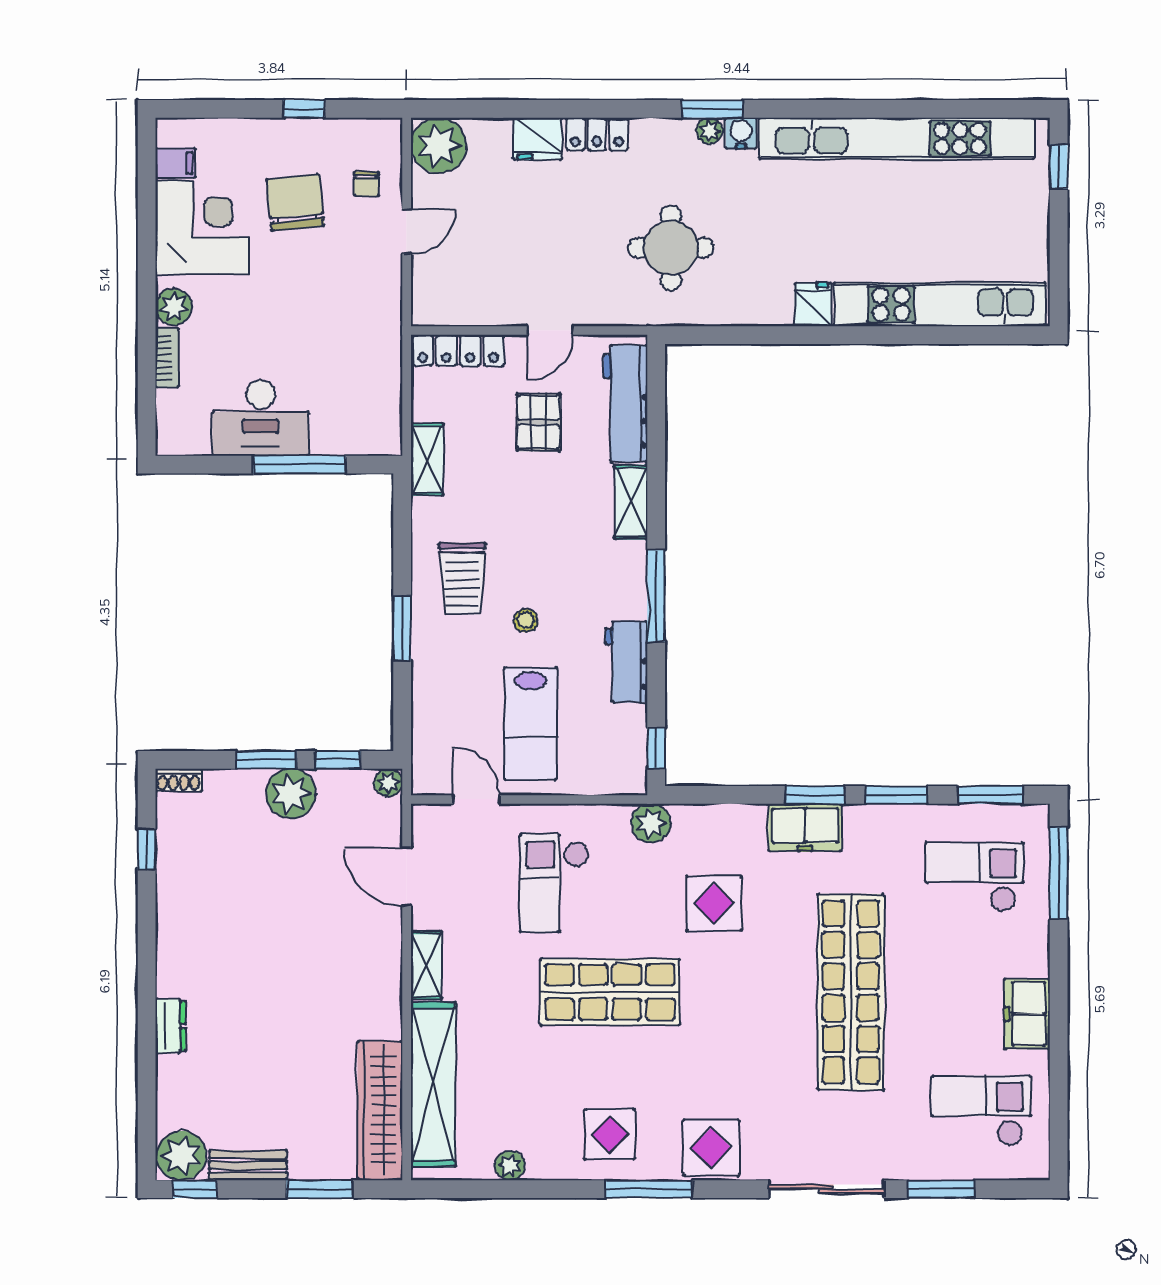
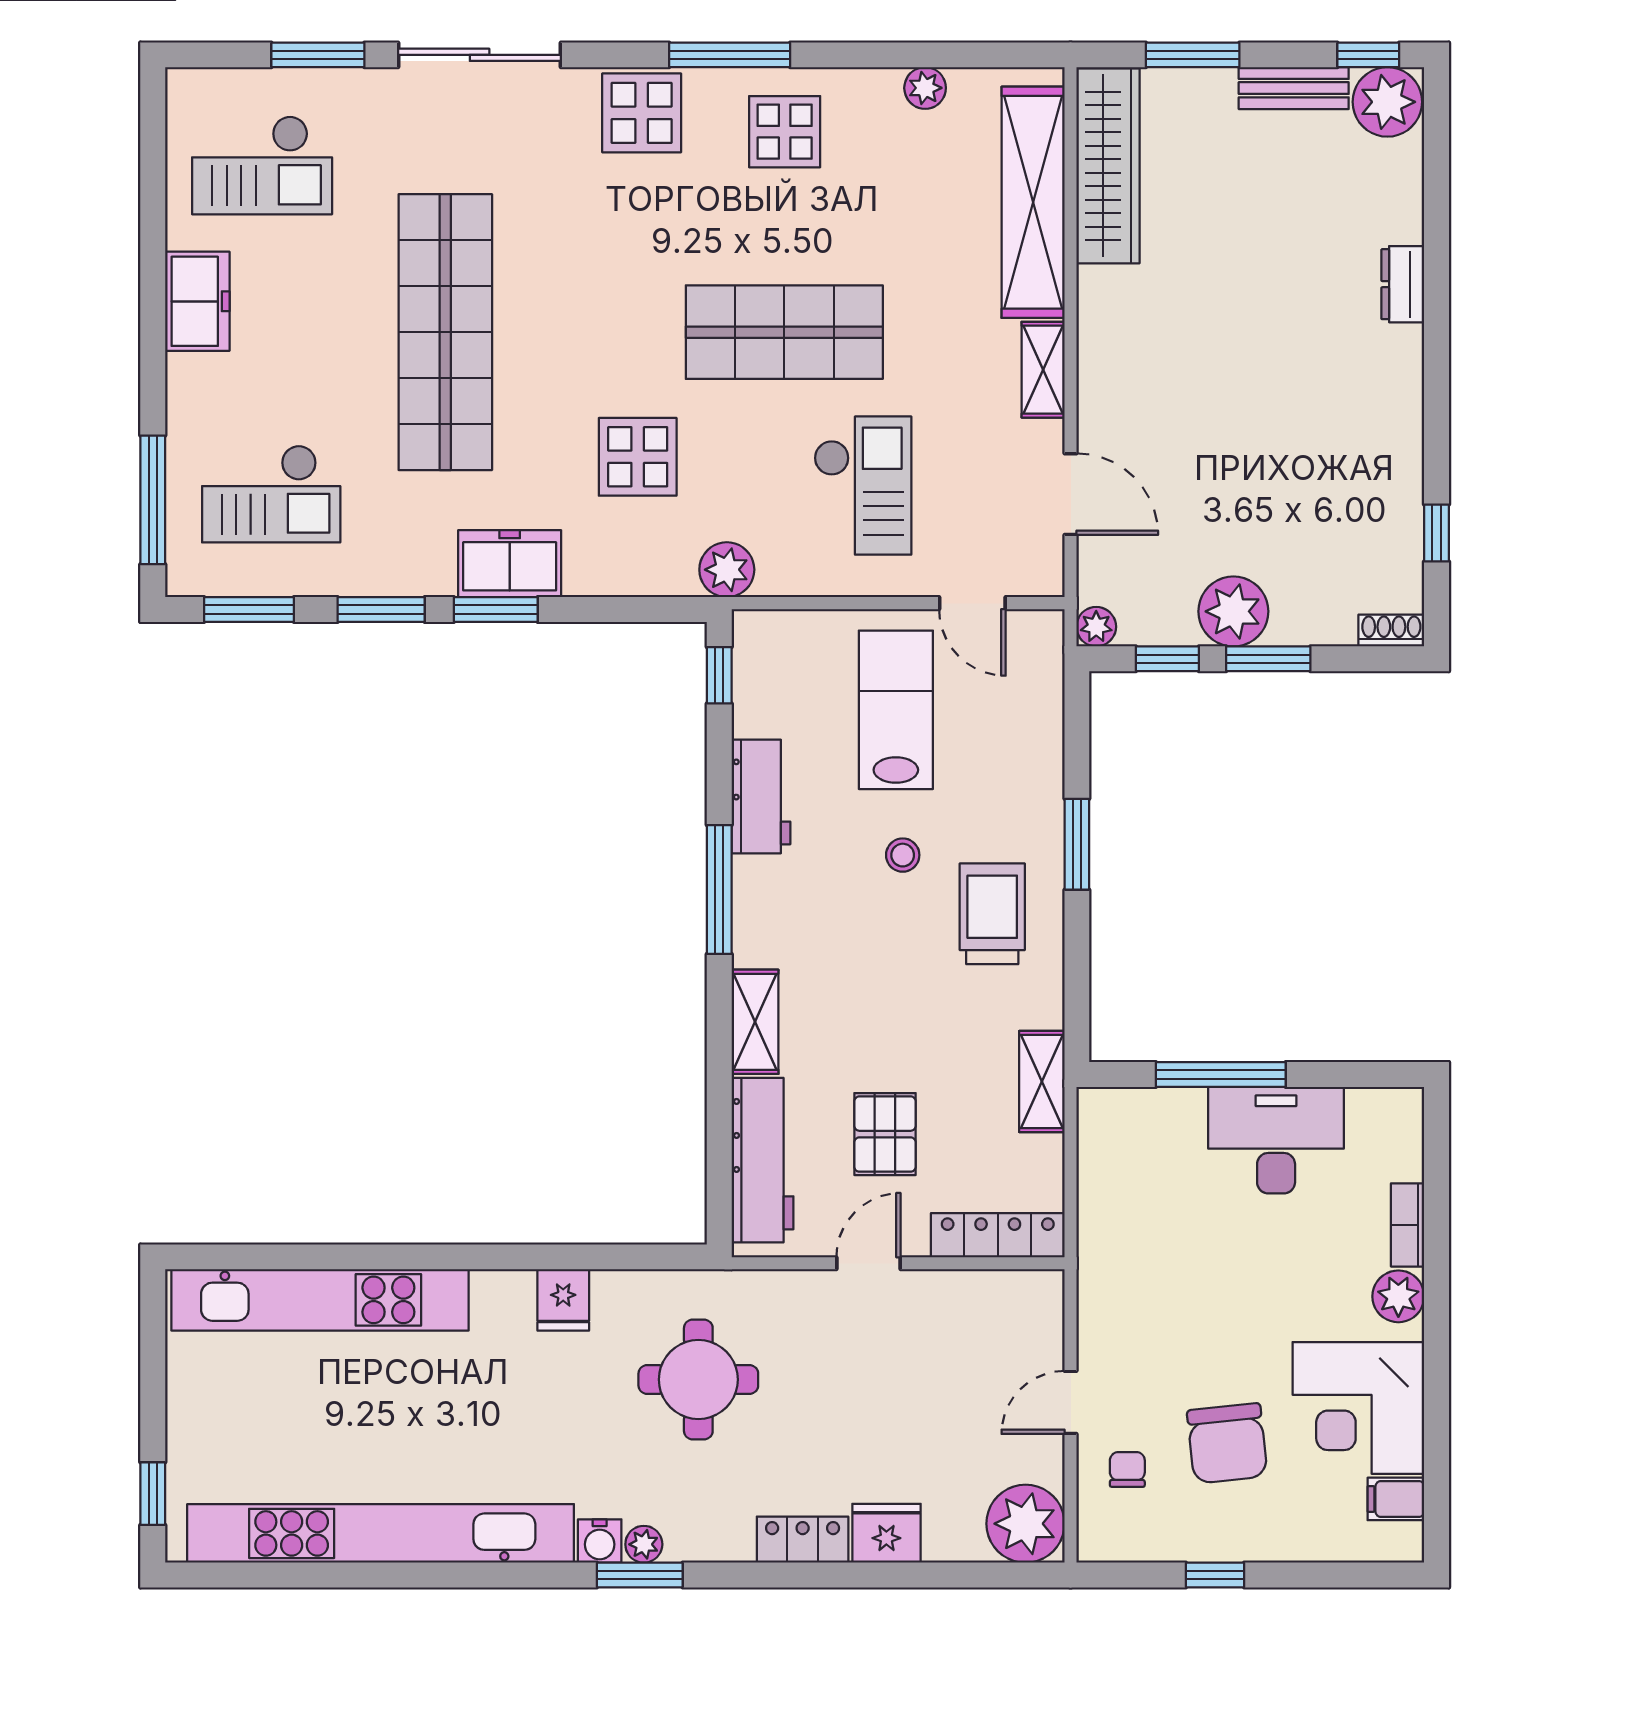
fridge: (813, 304) -> (563, 1300), moved

